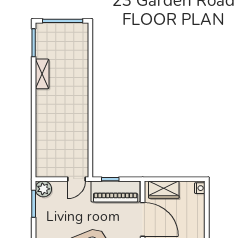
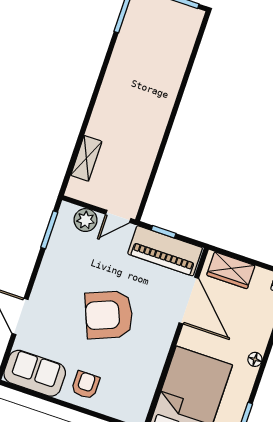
shelving: (42, 74) -> (86, 158), moved
plant: (43, 189) -> (86, 220), moved

